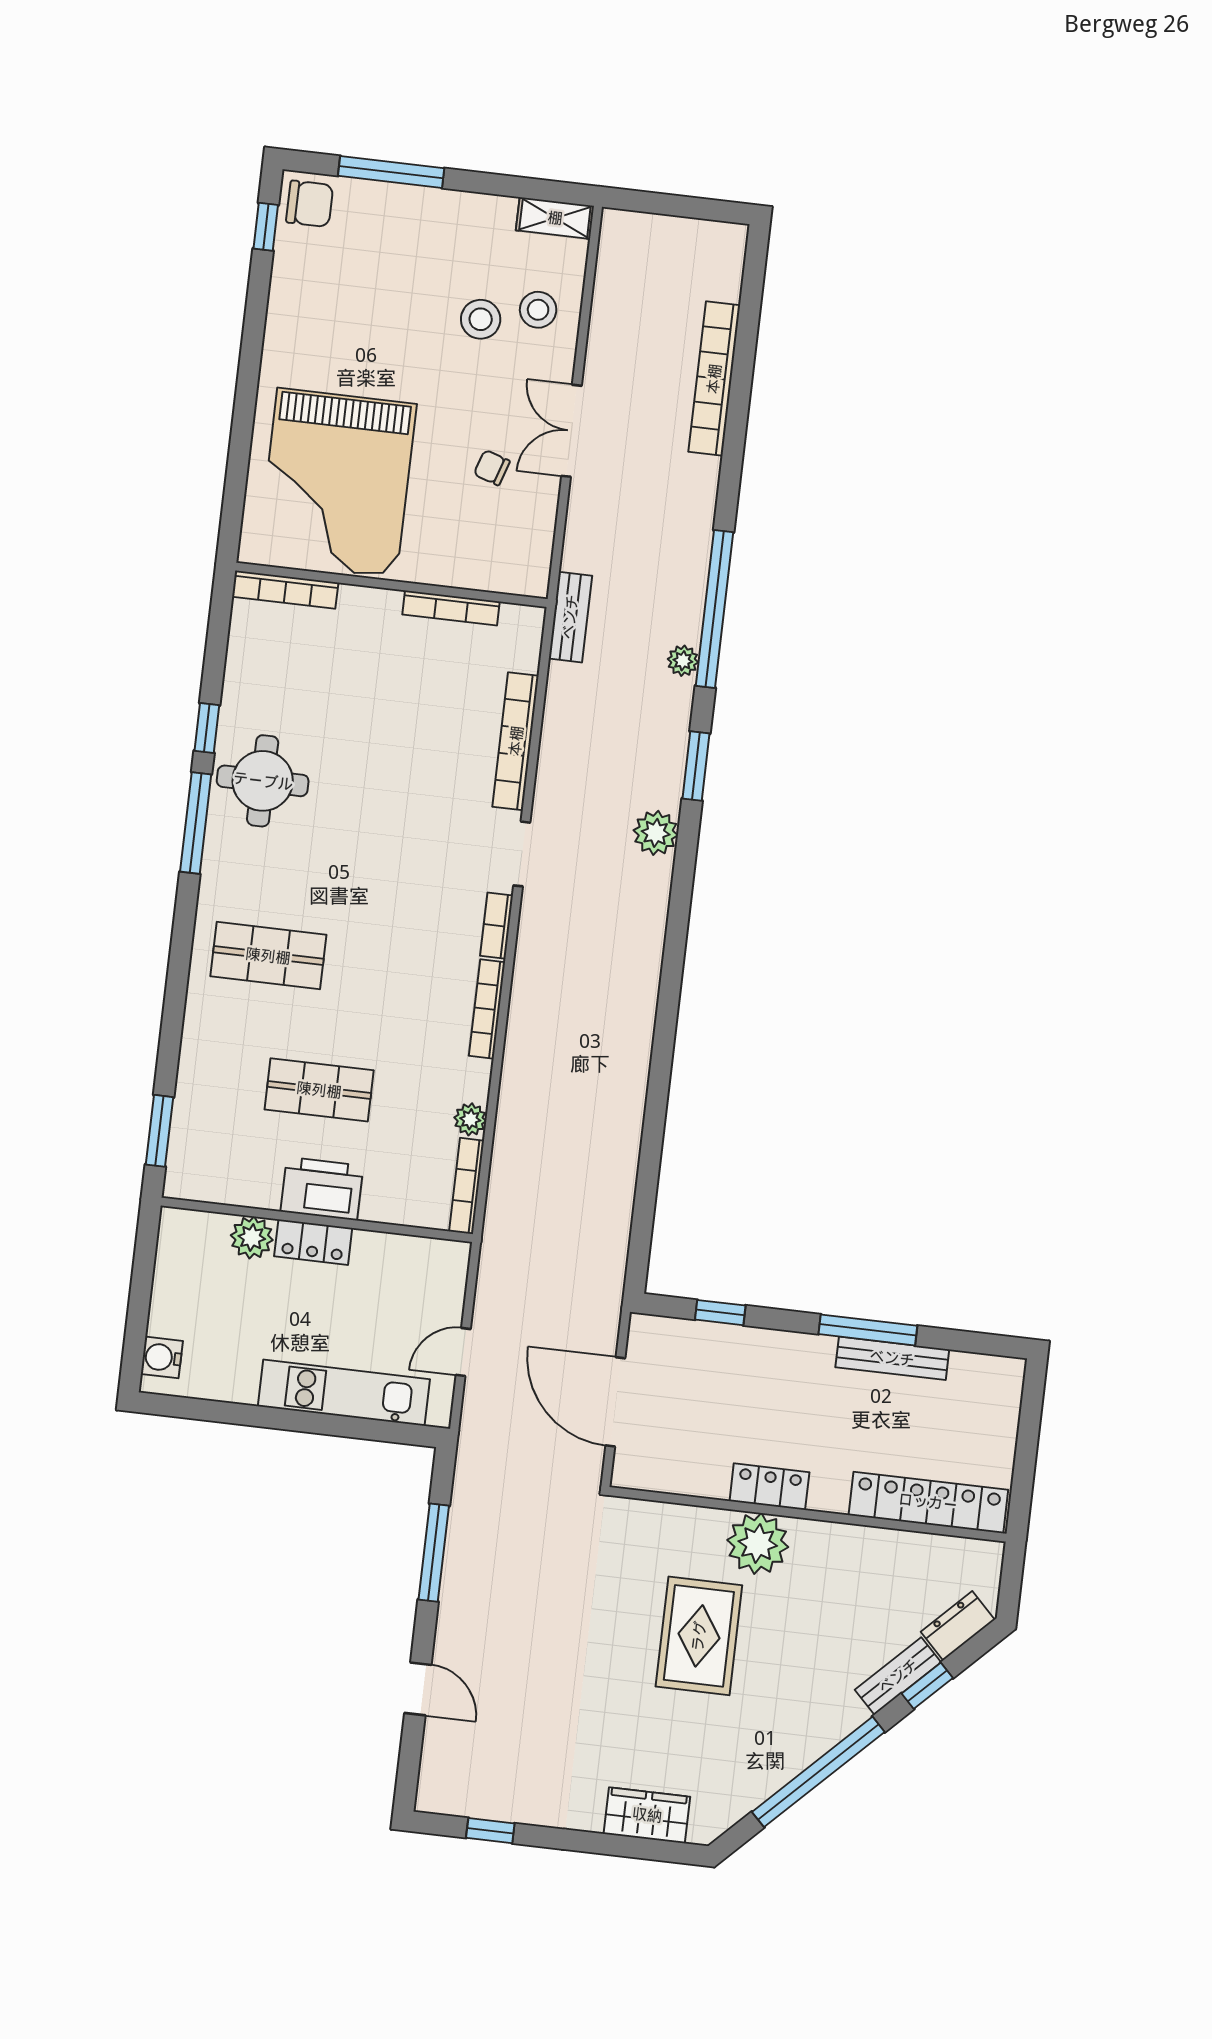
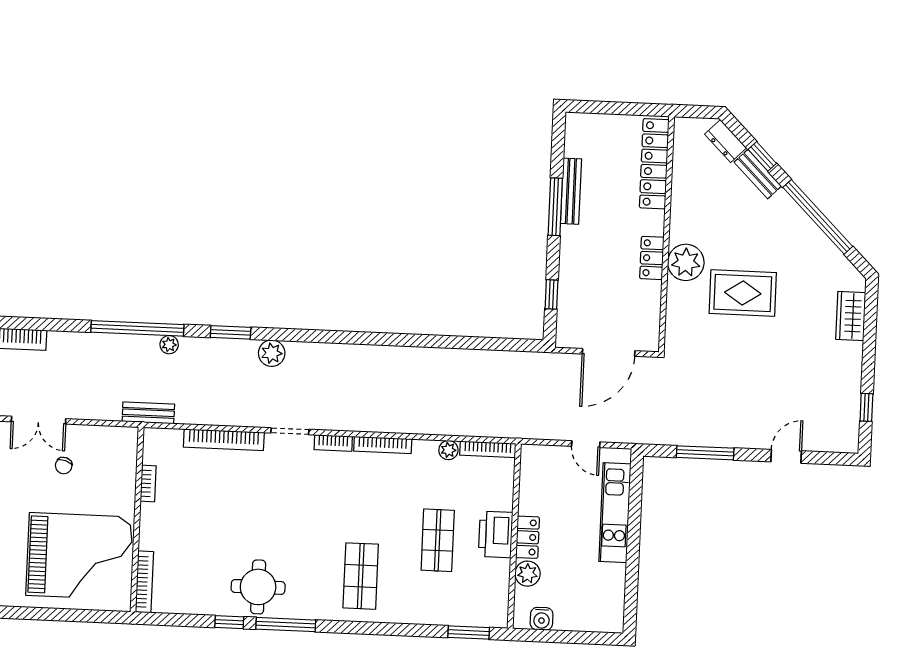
bookcase: (451, 608) -> (148, 483), width x0.64
water cooler: (162, 1357) -> (542, 619), moved

